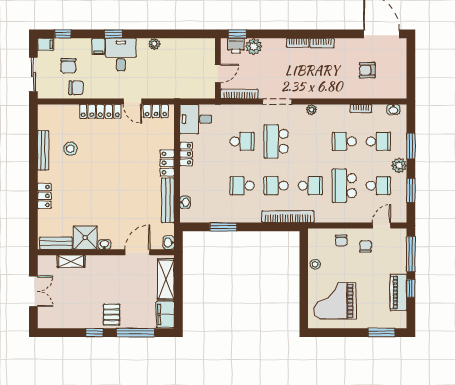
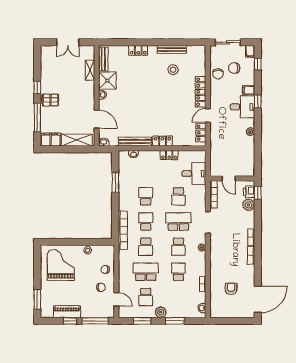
desk: (196, 119) -> (194, 173), moved, turned 90
school desk: (378, 141) -> (178, 247), moved

